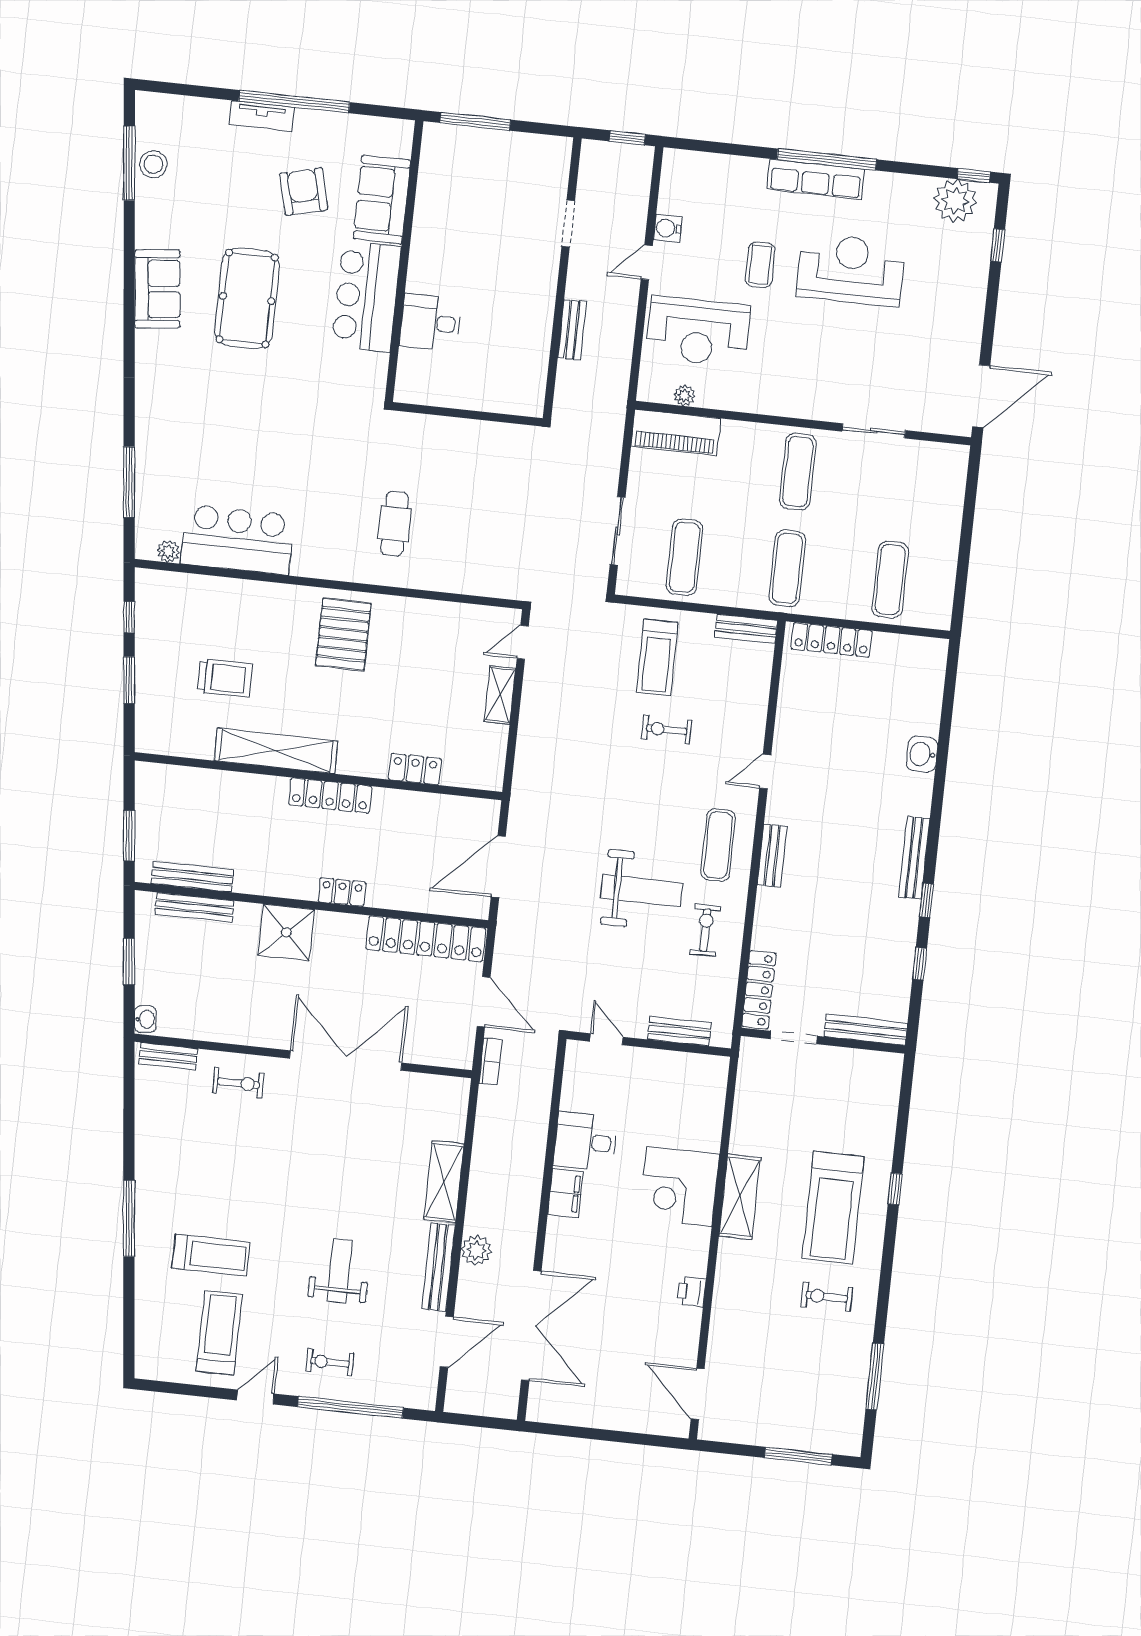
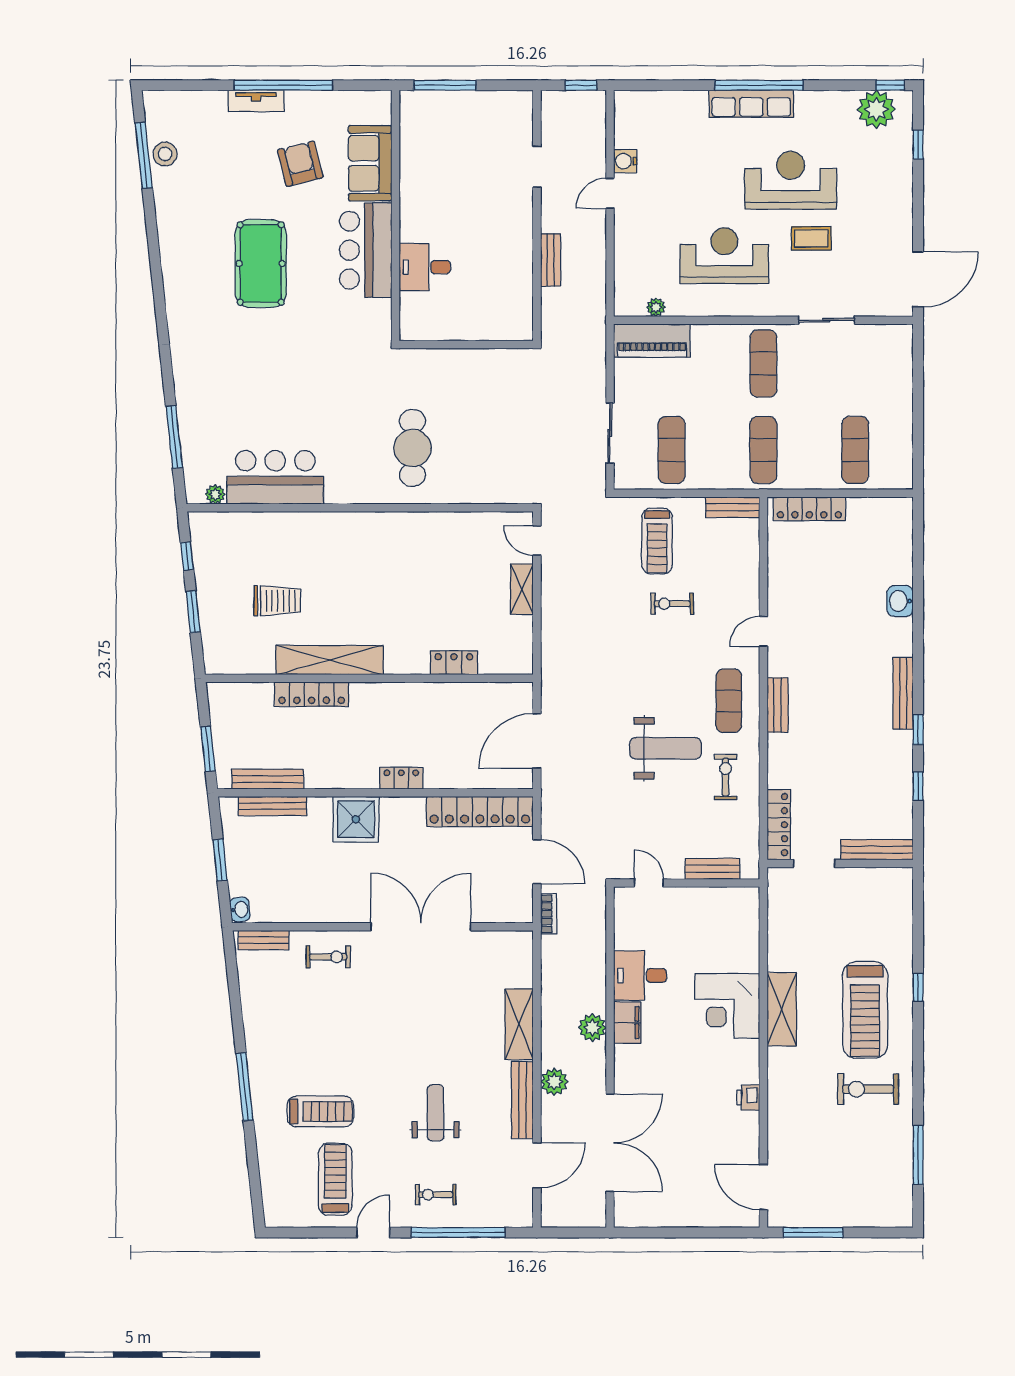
coffee table: (760, 265) -> (811, 238), moved, turned 90
sofa: (157, 289) -> (180, 264), removed
reception desk: (698, 331) -> (724, 256), moved, turned 180
cafe table: (395, 524) -> (412, 448), width x1.37, depth x1.35
pallet: (343, 634) -> (378, 551), removed
door: (523, 642) -> (537, 541), hinge flipped
locker: (330, 795) -> (312, 694), moved
plant: (526, 1194) -> (592, 1028), added
exercise bike: (827, 1297) -> (868, 1089), width x1.38, depth x1.39
window: (798, 1456) -> (813, 1232), moved

